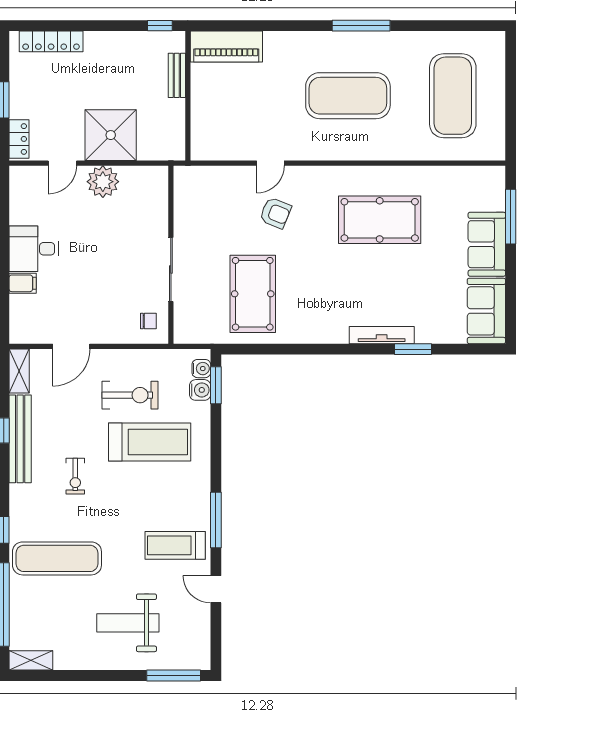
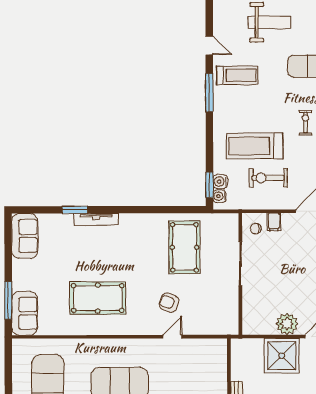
sofa: (487, 244) -> (25, 313), moved
filing cabinet: (122, 331) -> (274, 222), added

